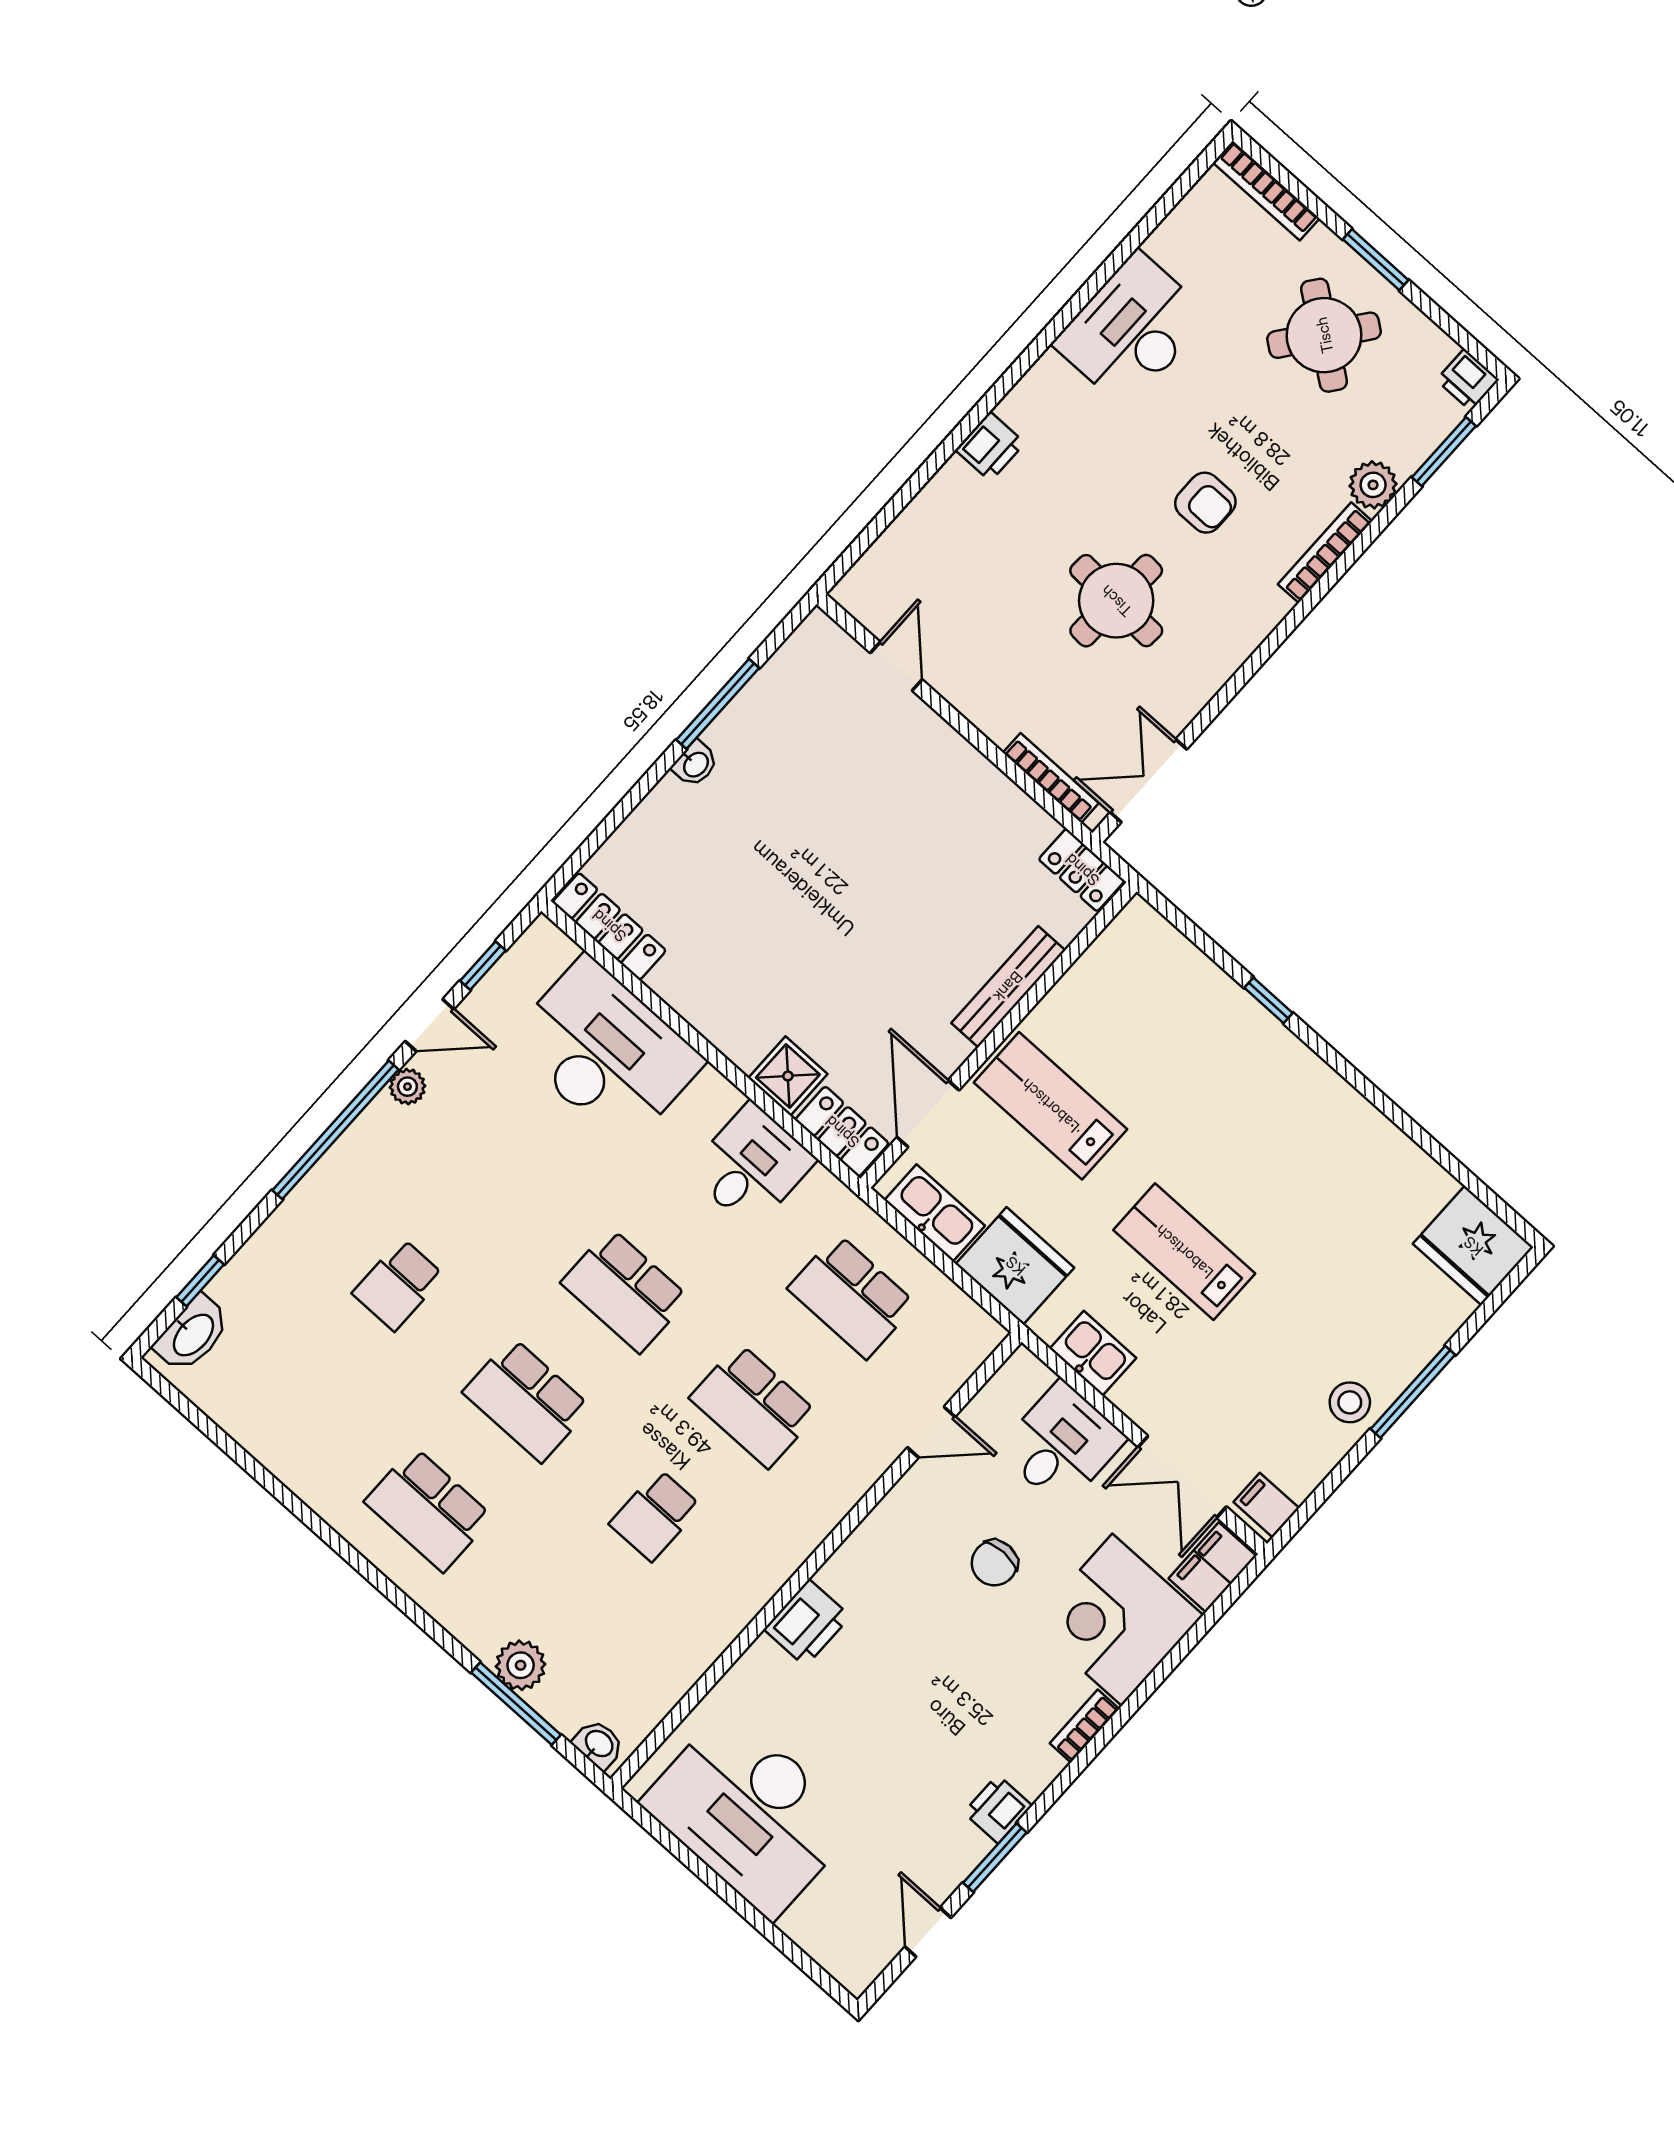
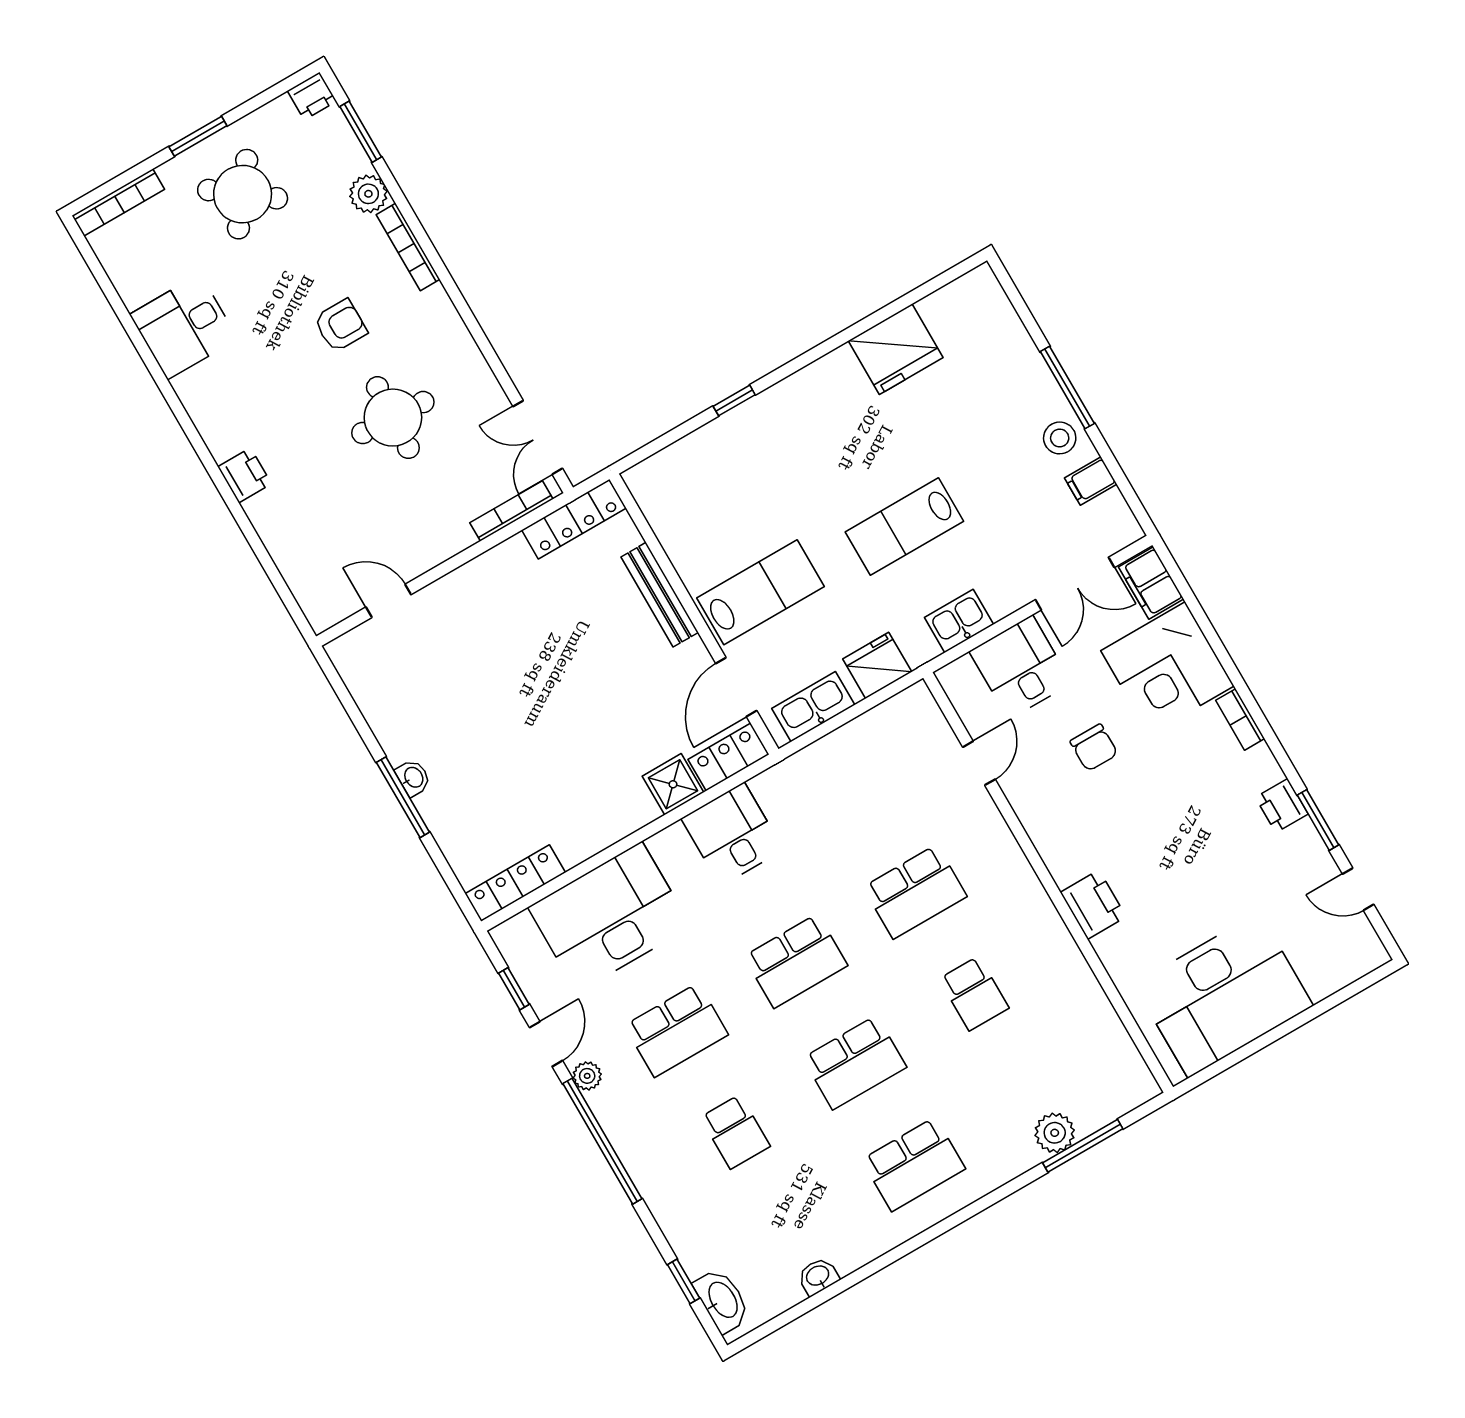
desk: (1132, 330) -> (184, 327), width x0.73
window: (718, 704) -> (403, 797), moved
locker: (1082, 870) -> (574, 519), width x1.53
lab bench: (1050, 1106) -> (760, 592), turned 180
door: (928, 1114) -> (736, 687), hinge flipped
fridge: (1473, 1246) -> (896, 349), moved
fridge: (1015, 1266) -> (877, 665), width x0.73, depth x0.75
school desk: (852, 1296) -> (676, 1030), moved
filing cabinet: (1266, 1505) -> (1091, 481), moved
washbasin: (598, 1744) -> (818, 1276), moved

